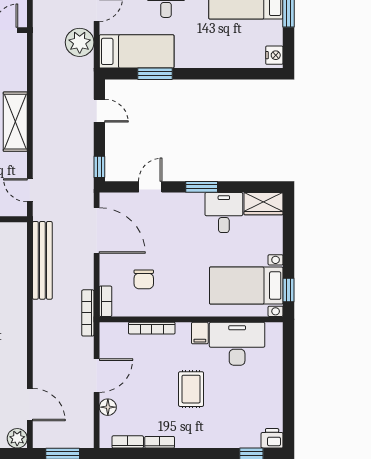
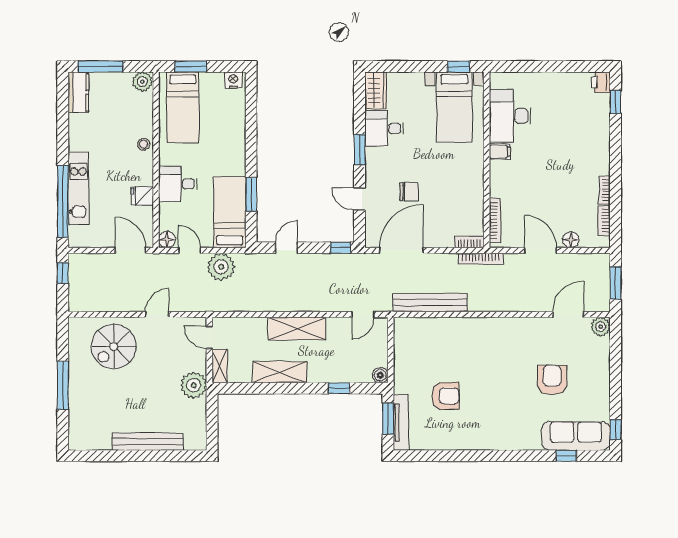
chair: (144, 279) -> (409, 192), moved
bookcase: (152, 328) -> (495, 221), moved
rug: (191, 389) -> (553, 160), removed

